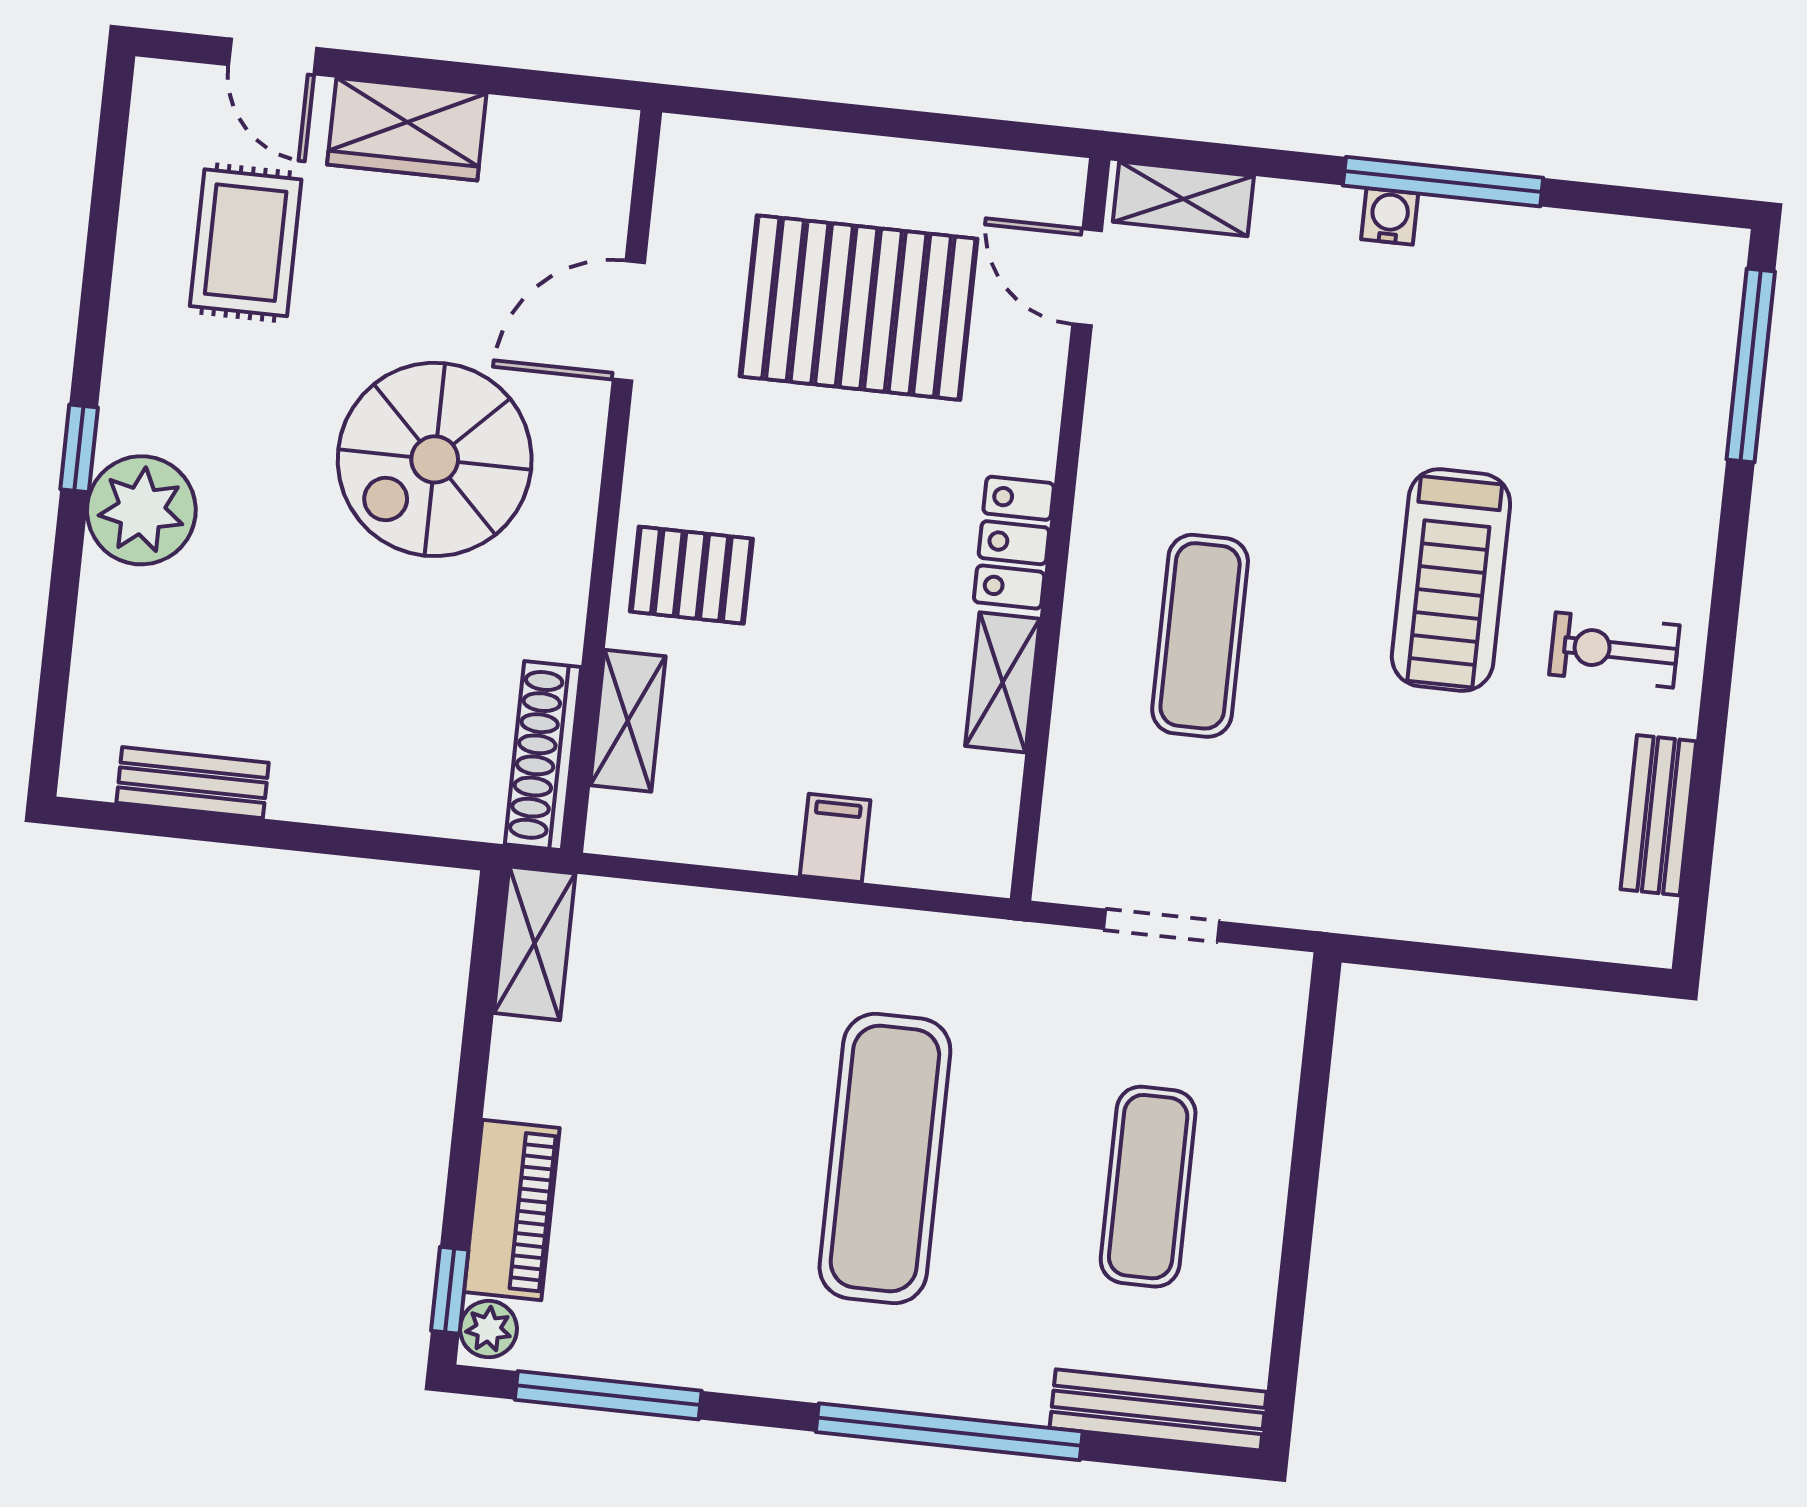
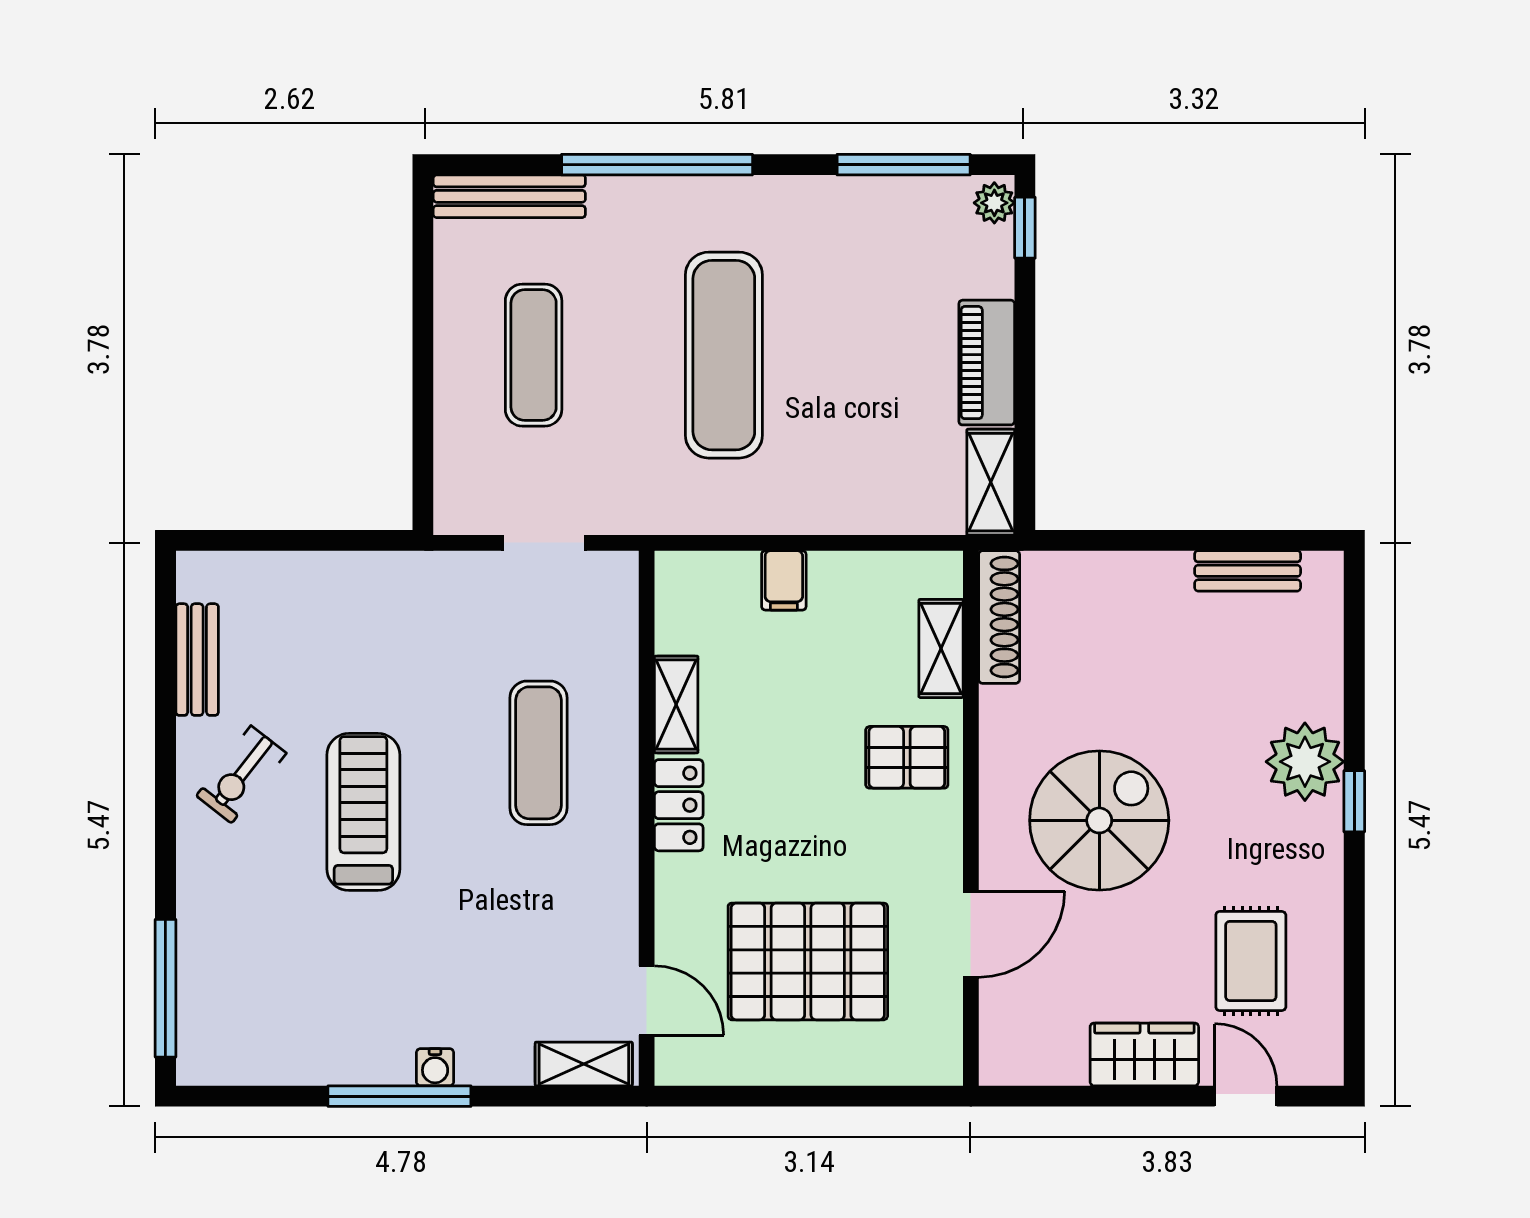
exercise bike: (1614, 650) -> (241, 774), turned 128
piano: (512, 1210) -> (987, 363), moved

